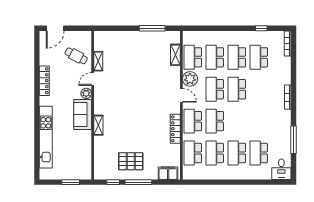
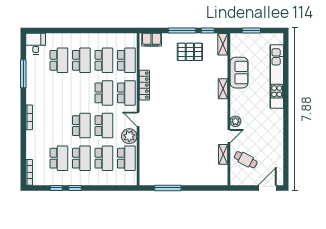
window: (243, 28) -> (75, 188), added
shelving: (175, 55) -> (223, 44), moved
locker: (44, 81) -> (278, 134), removed
sofa: (83, 114) -> (239, 73), moved

